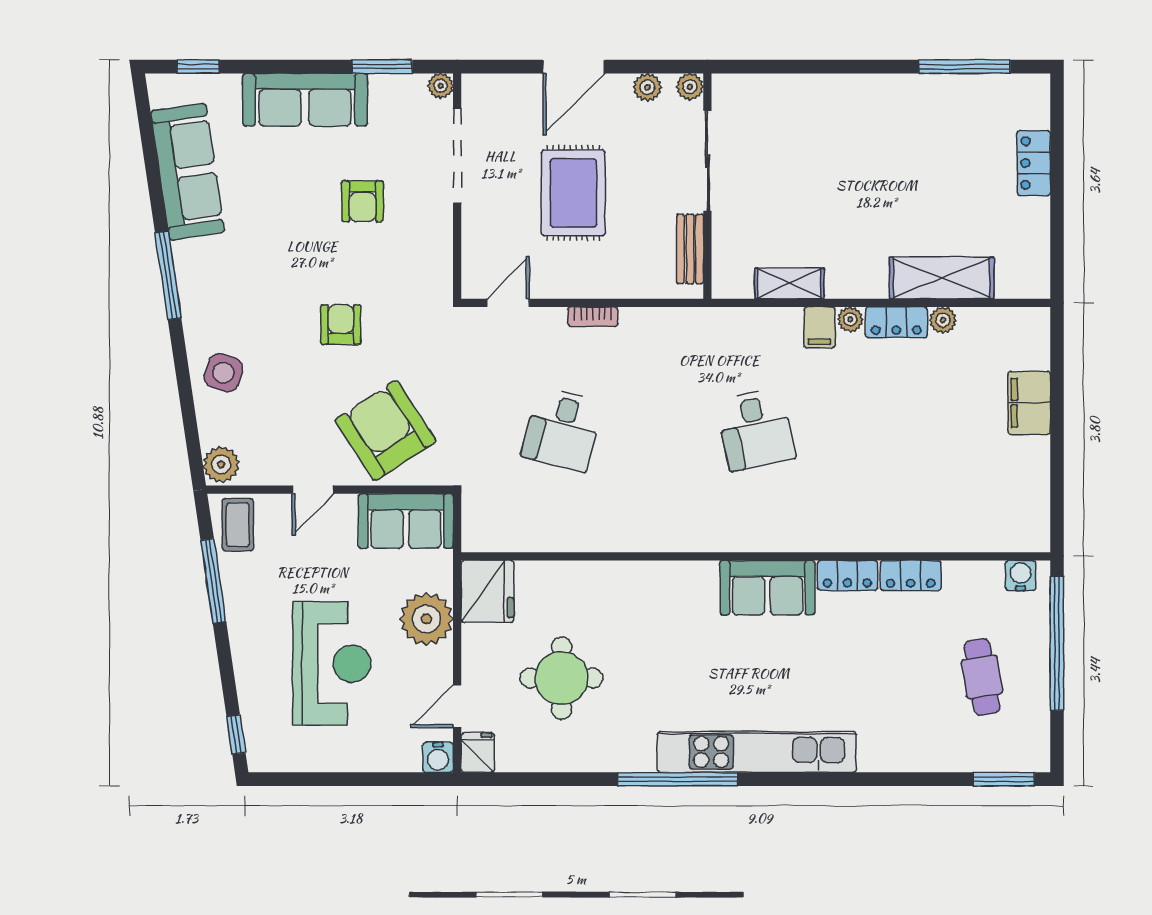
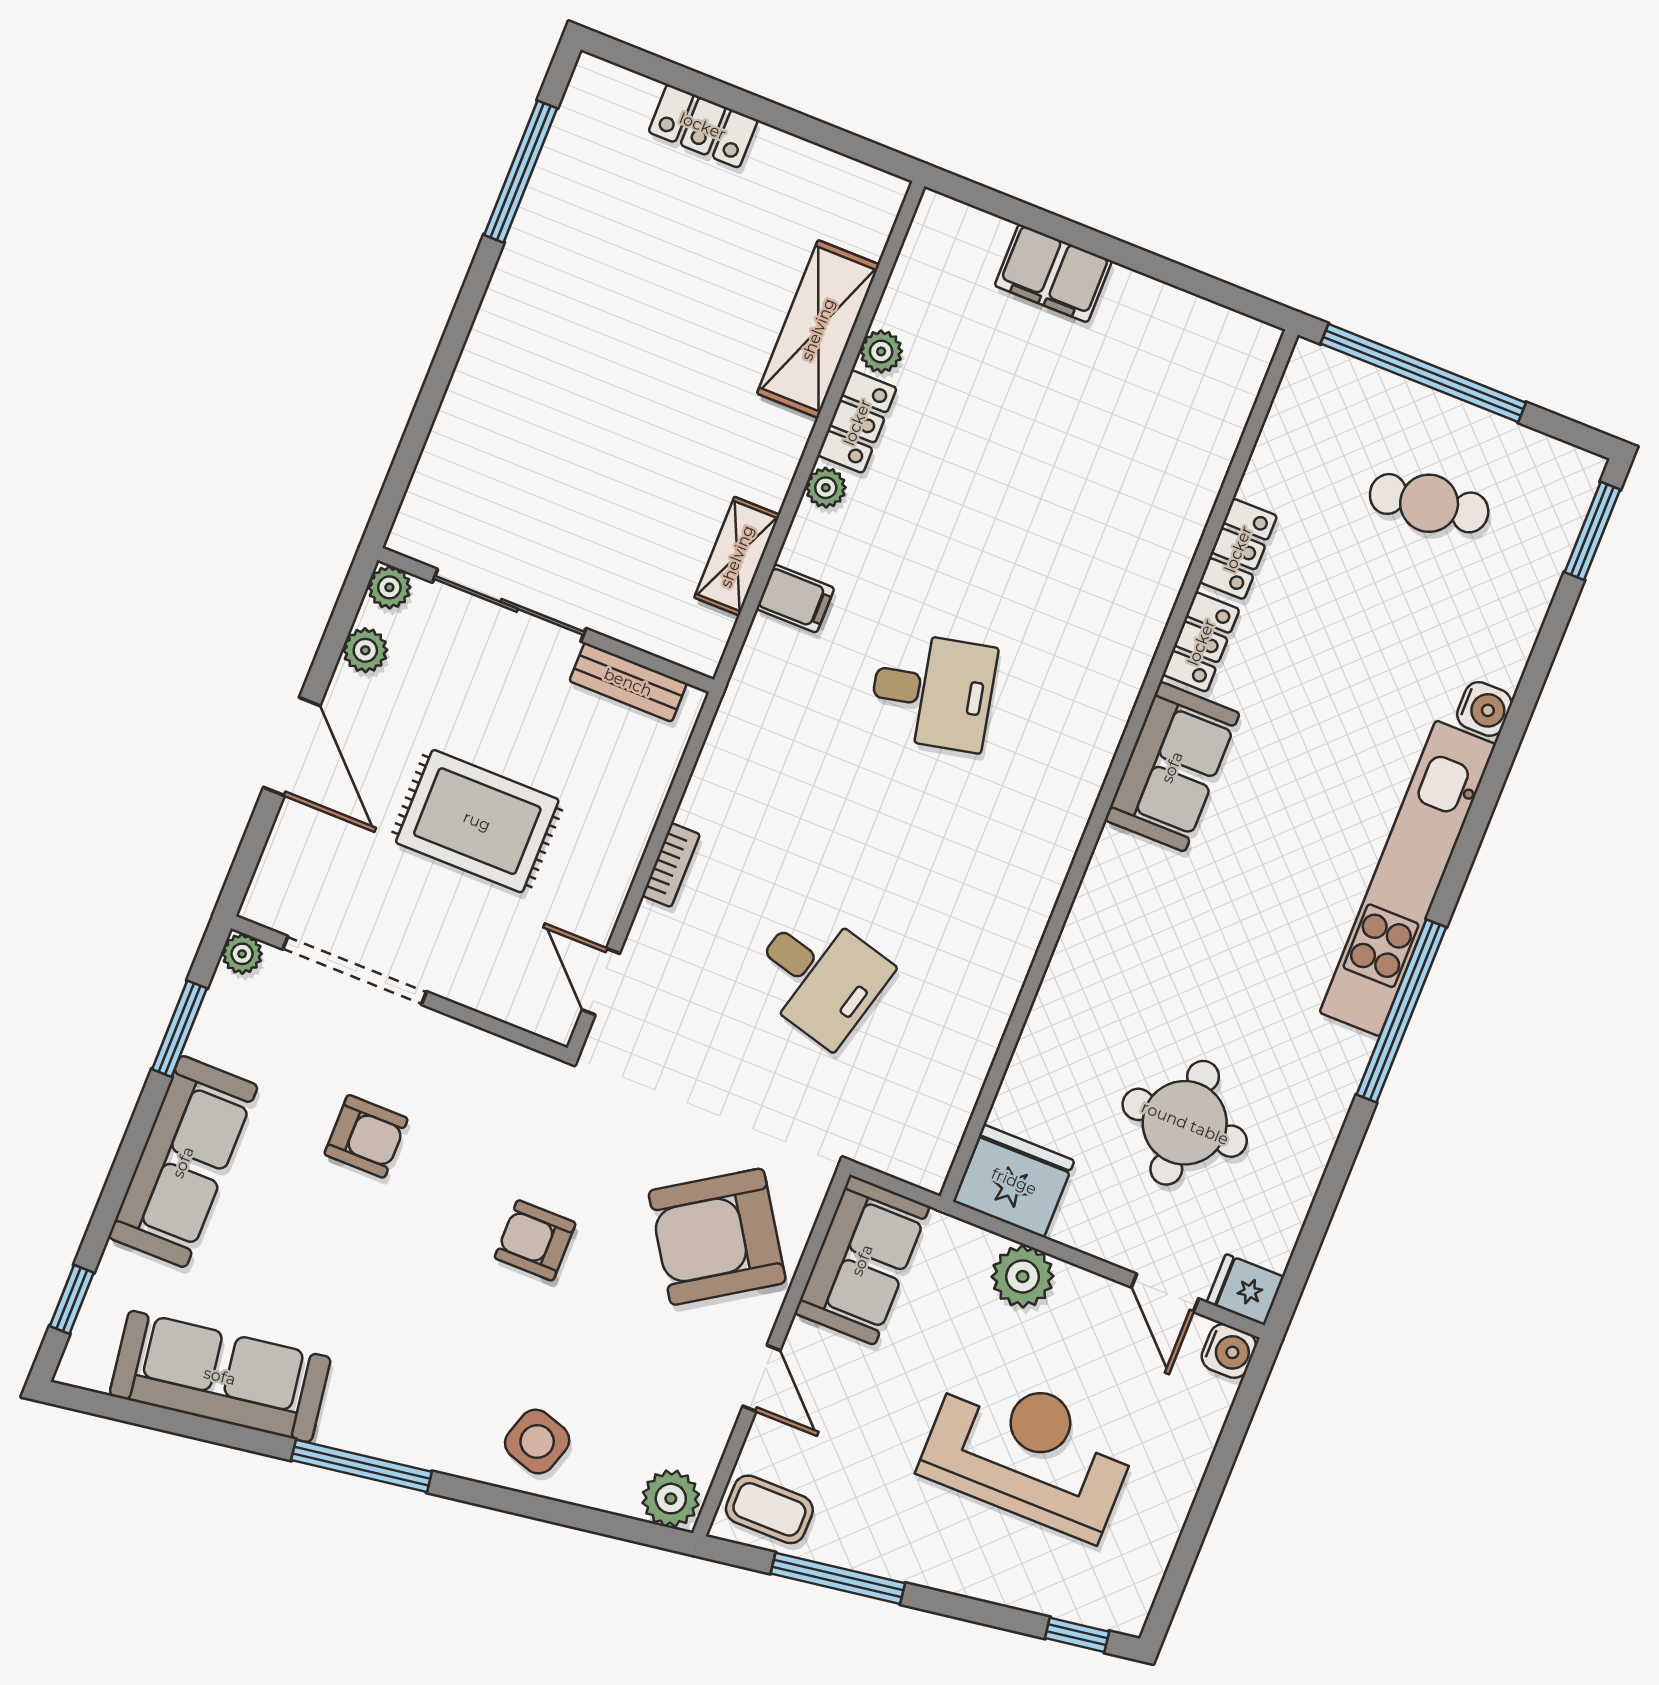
filing cabinet: (820, 327) -> (795, 598), moved
water cooler: (1021, 575) -> (1484, 709), moved, turned 180
plant: (426, 619) -> (1023, 1276), width x0.73, depth x0.73

